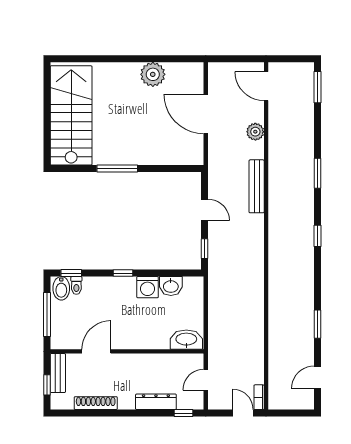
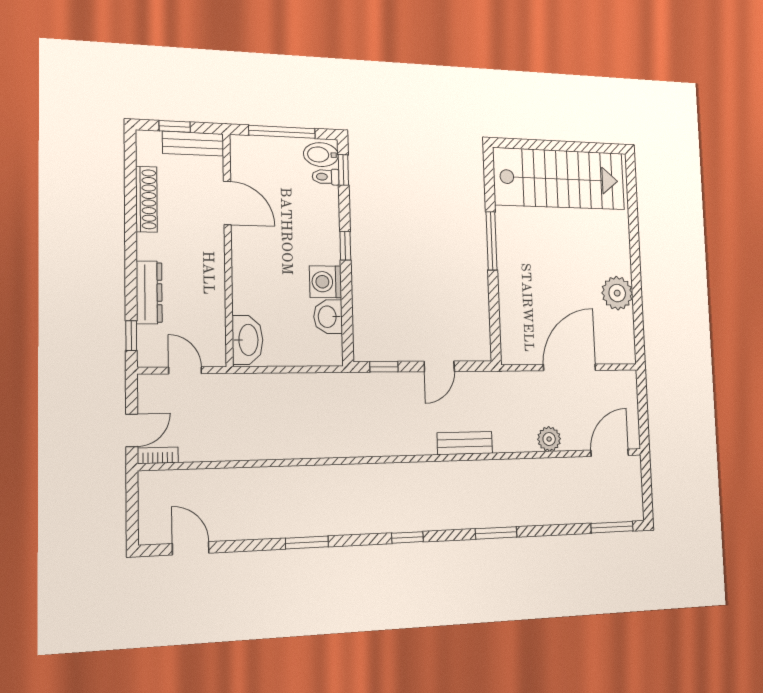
bench: (257, 186) -> (465, 443), width x0.73
window: (318, 324) -> (307, 542), moved

